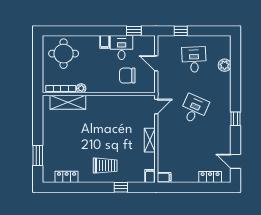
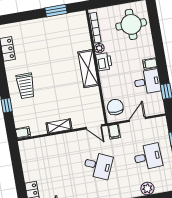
chair: (127, 76) -> (115, 107), moved
printer: (95, 86) -> (104, 62), added
shelving: (68, 102) -> (88, 69), moved
window: (38, 156) -> (56, 11), moved
filing cabinet: (164, 177) -> (114, 132), moved

